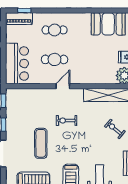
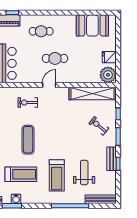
cafe table: (55, 59) -> (55, 58), moved
exercise bike: (67, 121) -> (28, 103), moved

